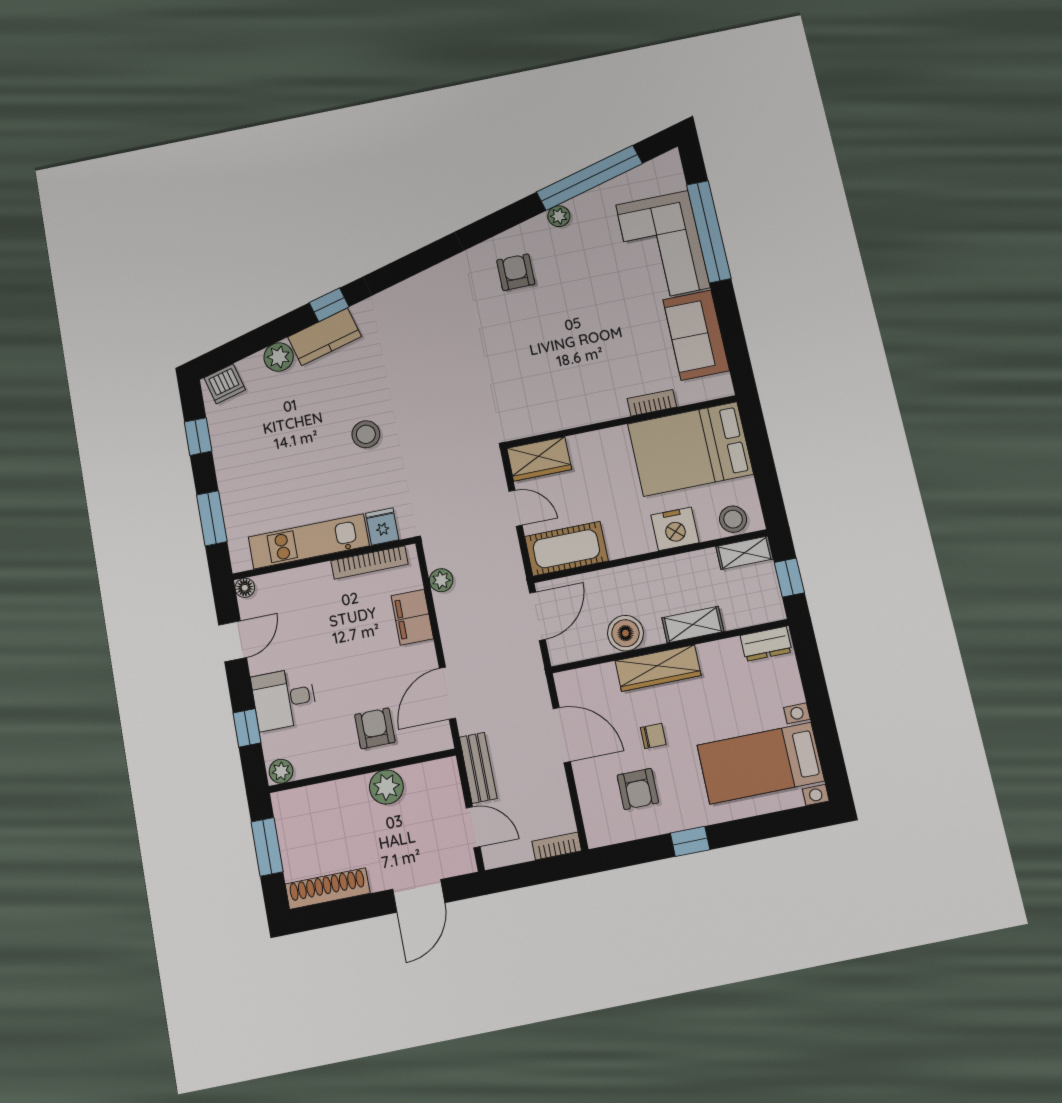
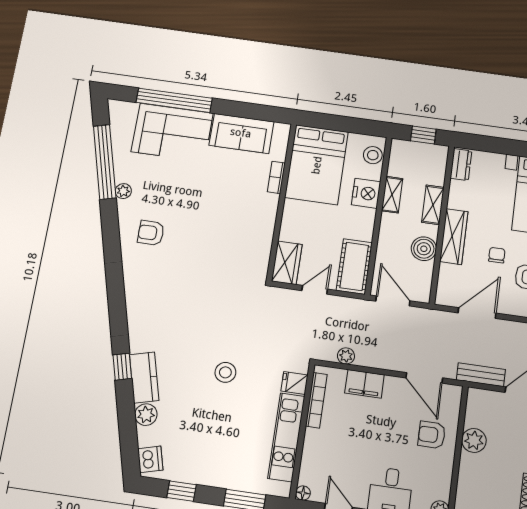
shelving: (744, 553) -> (392, 195), moved

